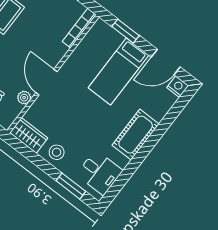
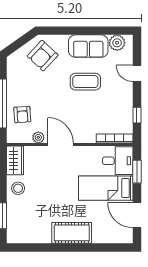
door: (46, 82) -> (61, 145), hinge flipped
nightstand: (178, 87) -> (126, 236), removed
desk: (99, 173) -> (118, 161), moved, turned -90

